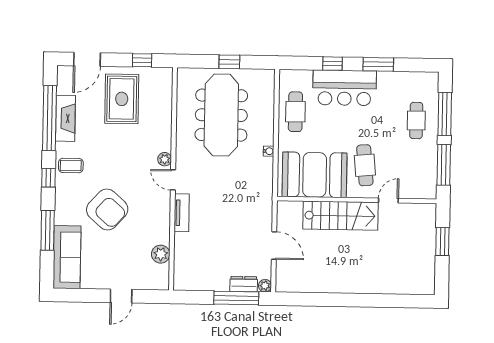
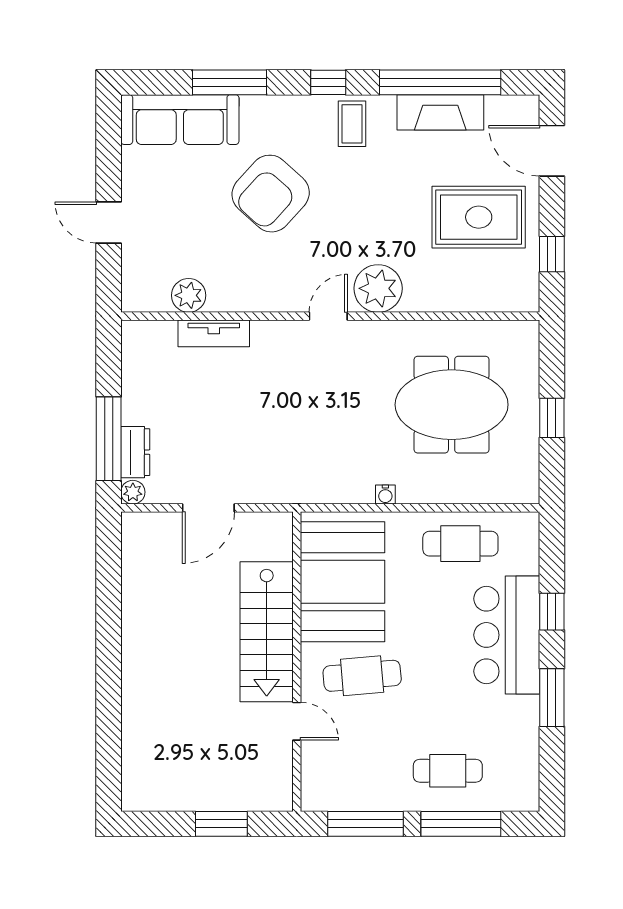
meeting table: (221, 115) -> (452, 405), width x0.73
plant: (165, 159) -> (378, 288), width x1.88, depth x1.88
tv unit: (182, 213) -> (214, 333), moved

